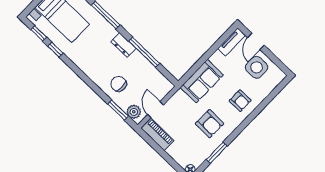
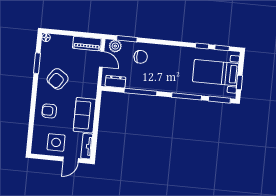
door: (256, 41) -> (71, 160), swing flipped
dresser: (123, 45) -> (115, 82), moved
sofa: (202, 81) -> (85, 115), moved
armchair: (210, 124) -> (58, 79), turned -56

